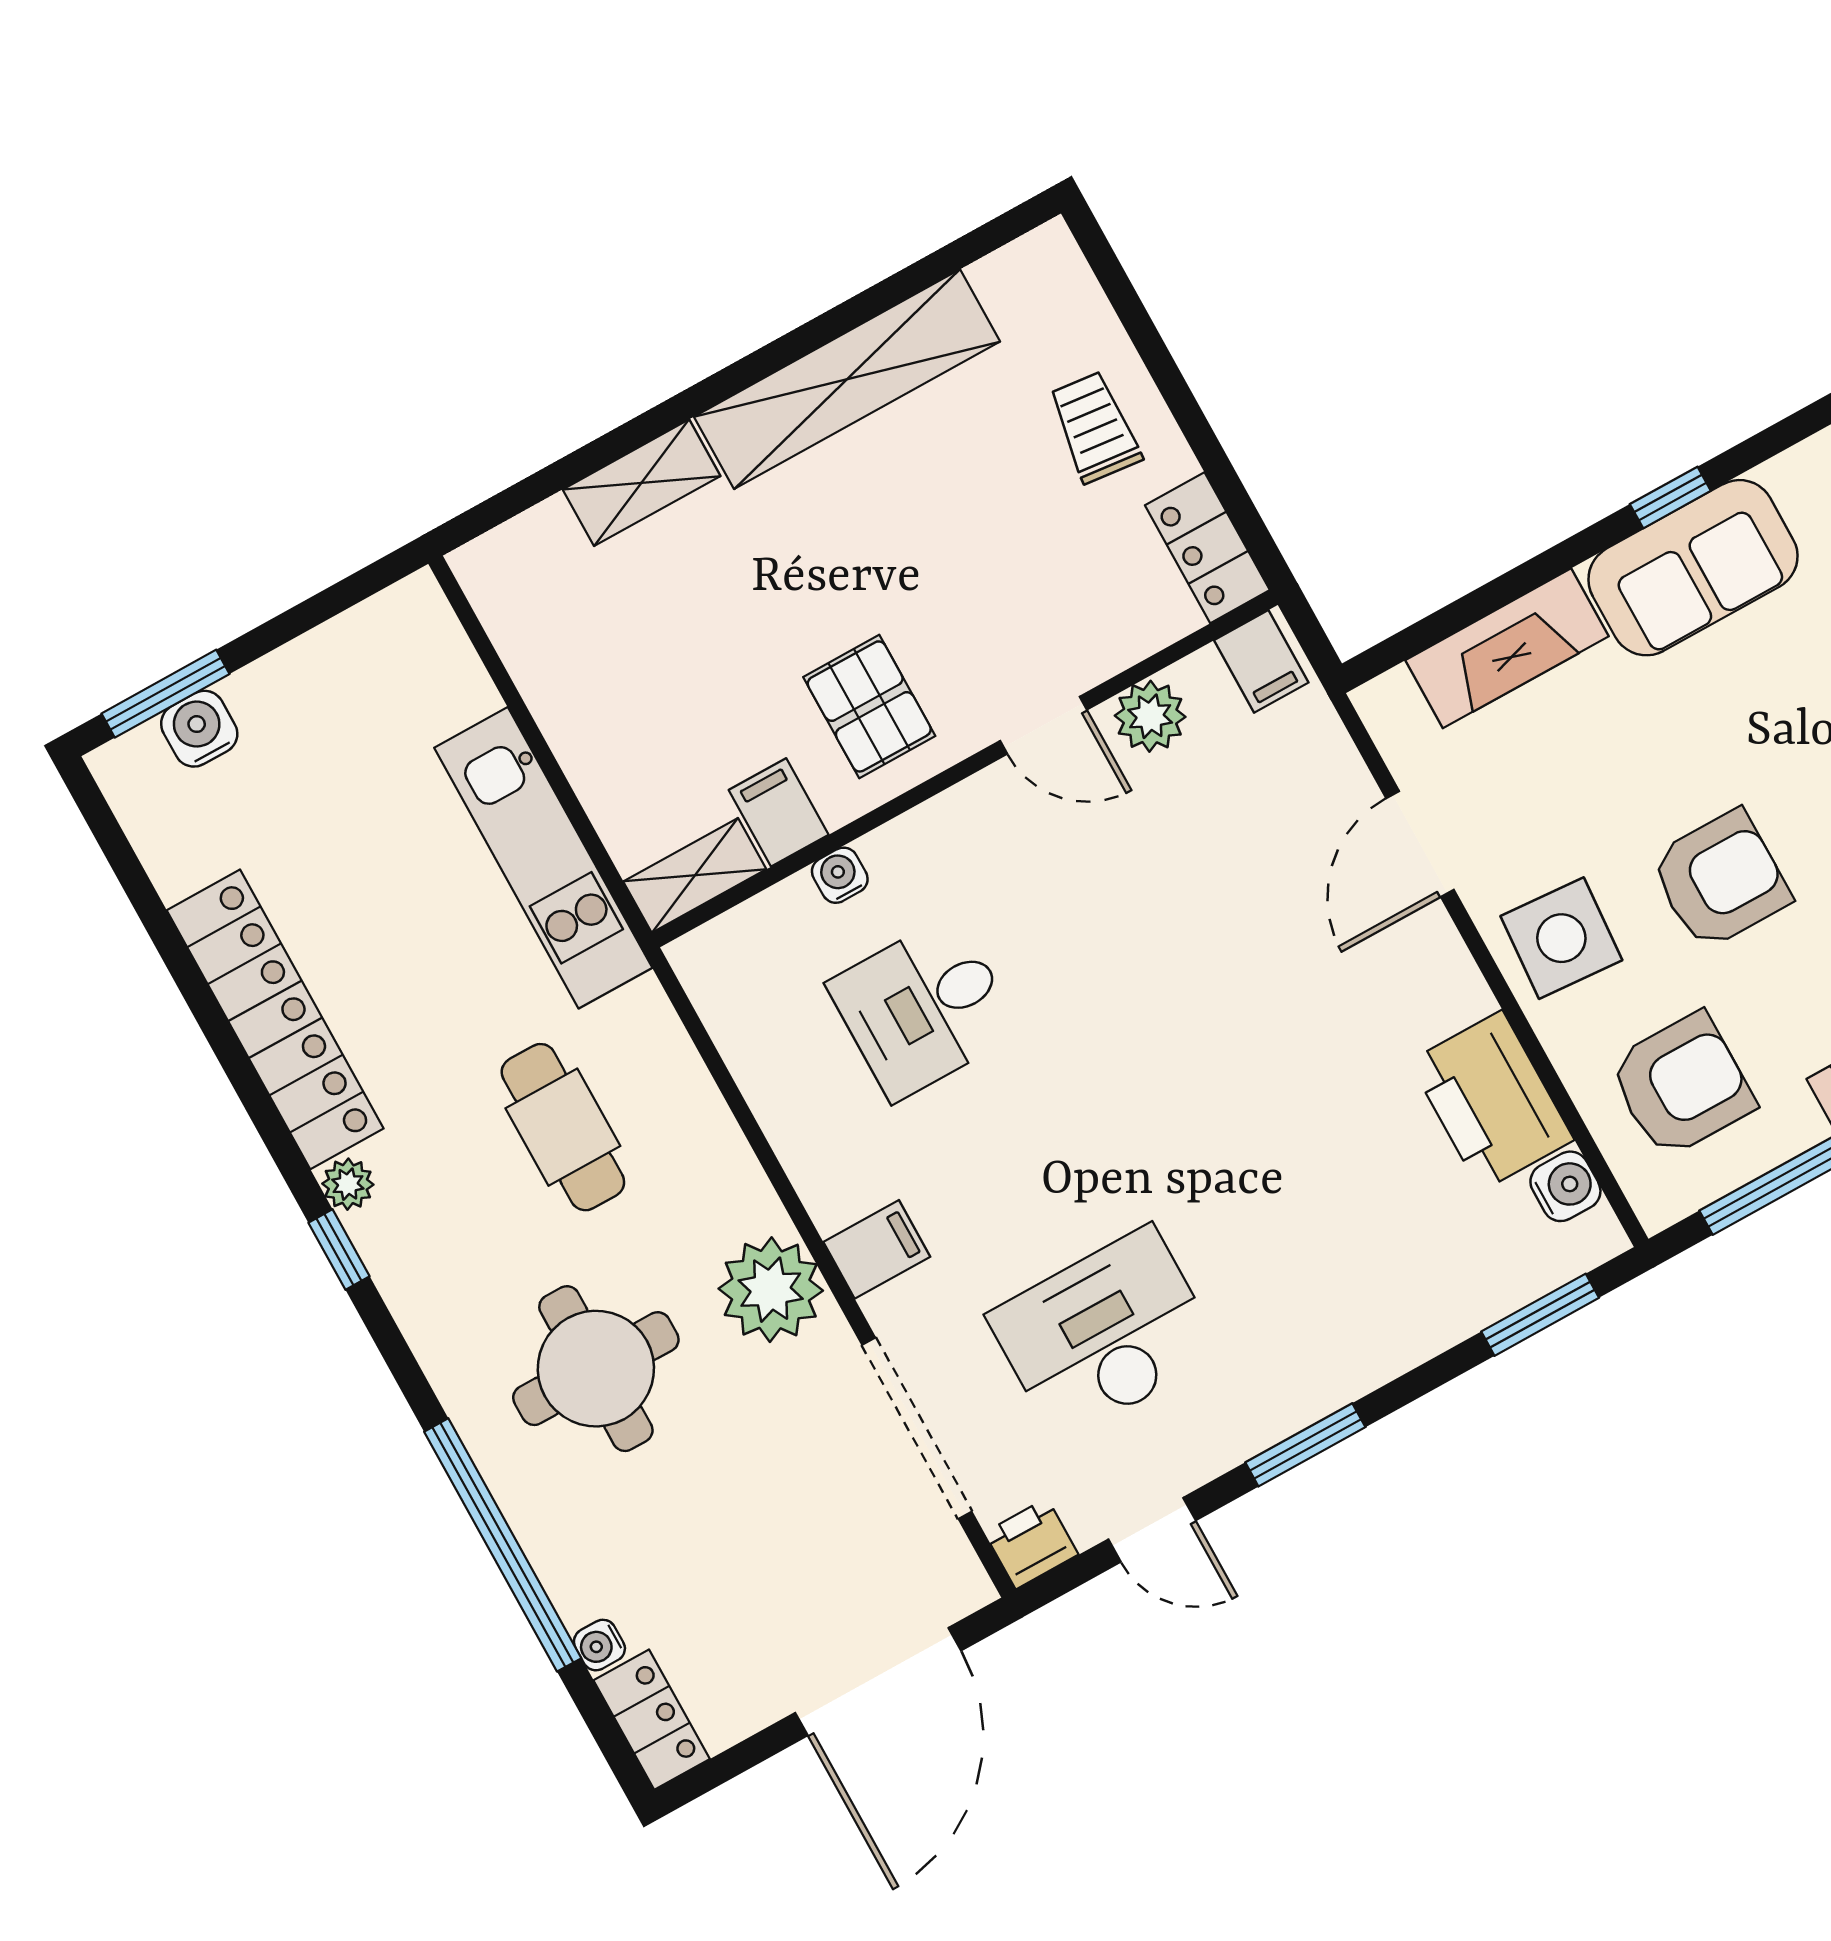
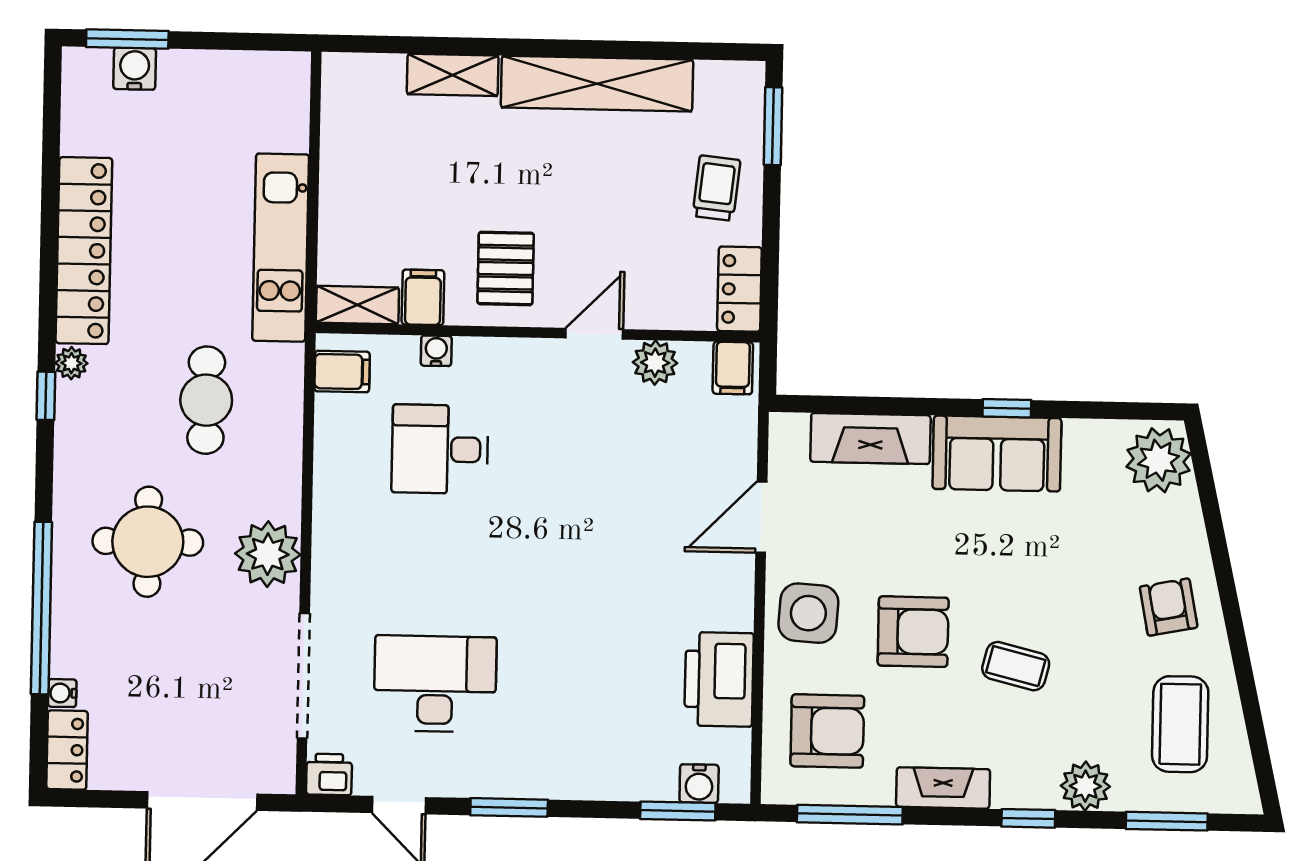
window: (1123, 297) -> (773, 126), added
door: (1043, 725) -> (594, 334), swing flipped
water cooler: (1565, 1186) -> (699, 784), moved, turned 90
filing cabinet: (877, 1249) -> (342, 372), moved

